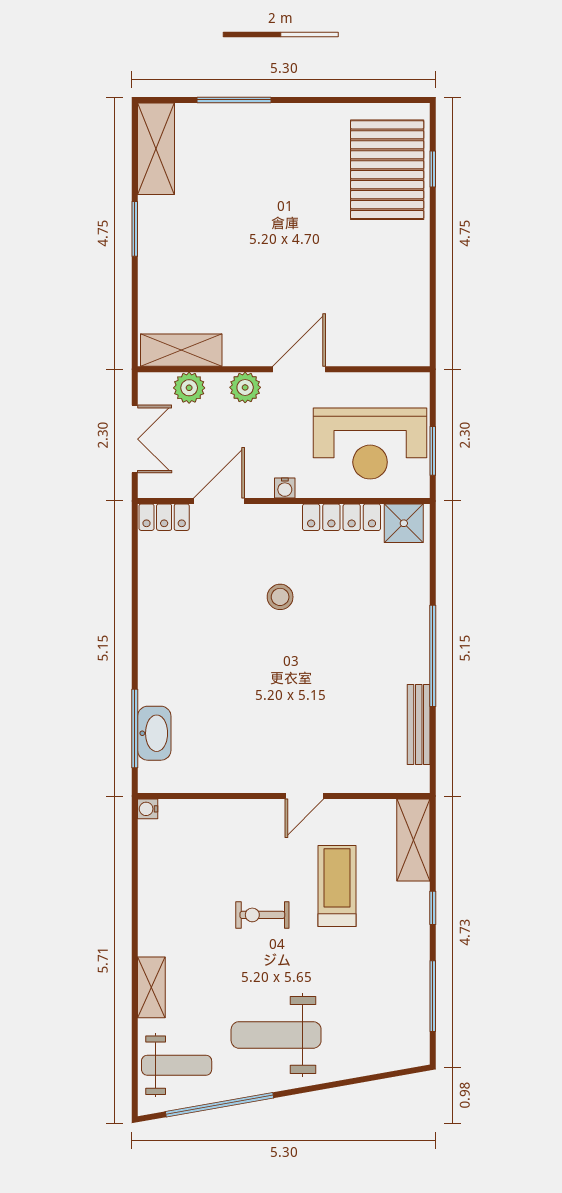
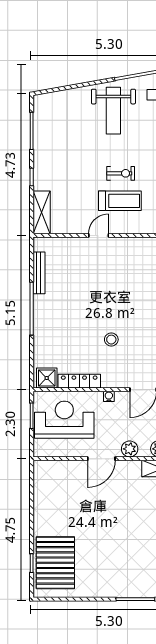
treadmill: (337, 886) -> (120, 201), moved, turned -90
weight bench: (276, 1035) -> (113, 111), turned 90

